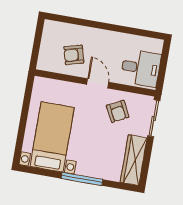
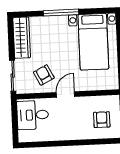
armchair: (74, 55) -> (102, 120), moved, turned -75
door: (98, 83) -> (65, 94), swing flipped

